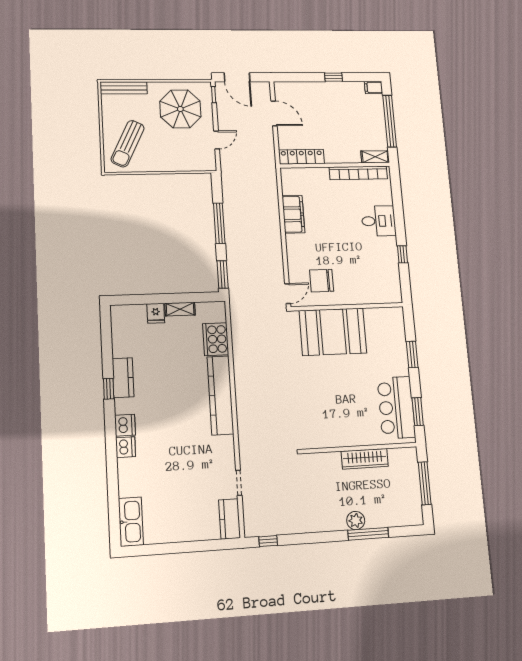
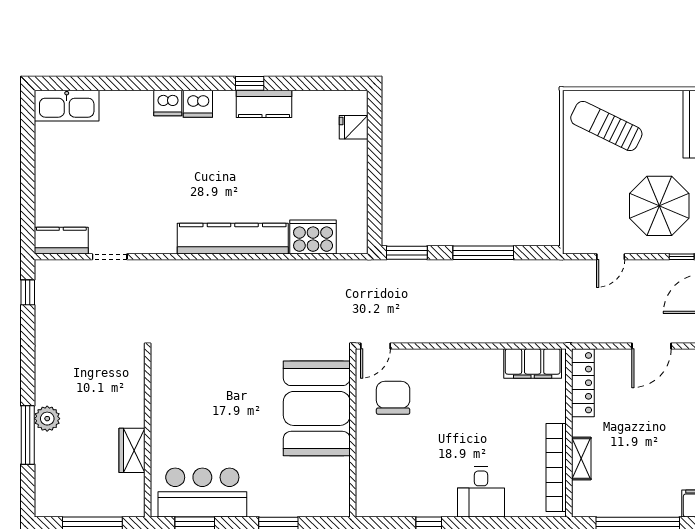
door: (217, 140) -> (611, 257), hinge flipped
shelving: (375, 157) -> (581, 458), moved
filing cabinet: (293, 214) -> (533, 364), moved
door: (288, 294) -> (375, 346), hinge flipped
shelving: (180, 309) -> (358, 189), removed
fridge: (156, 313) -> (354, 127), moved
wardrobe: (365, 459) -> (132, 450), width x0.67

